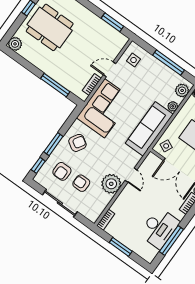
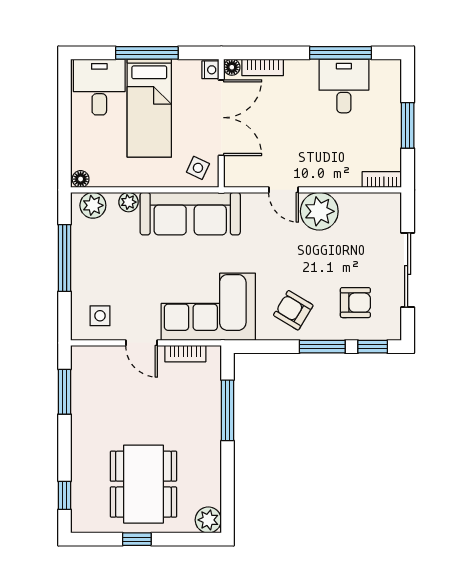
door: (131, 175) -> (283, 190), swing flipped
armchair: (81, 183) -> (352, 259), removed
desk: (159, 228) -> (344, 86), width x0.73

